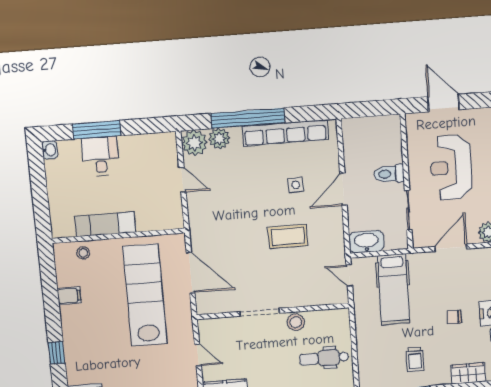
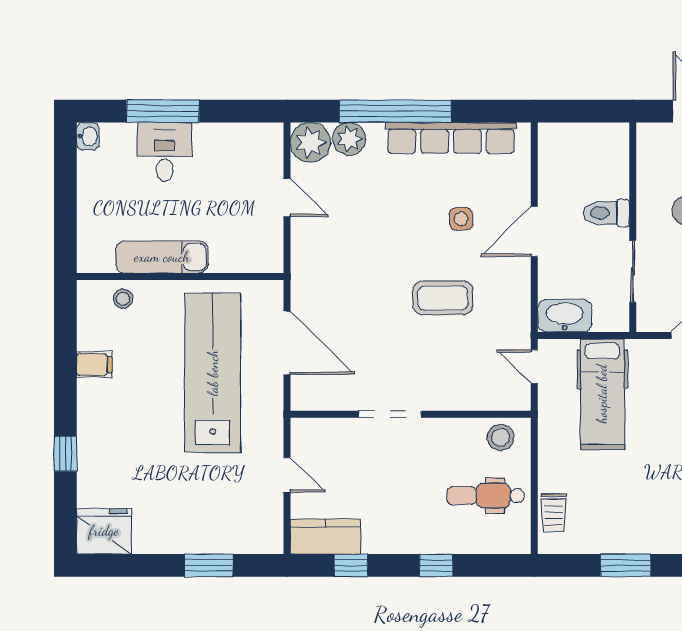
stool: (296, 322) -> (501, 437), moved
trolley: (415, 359) -> (554, 513), moved

